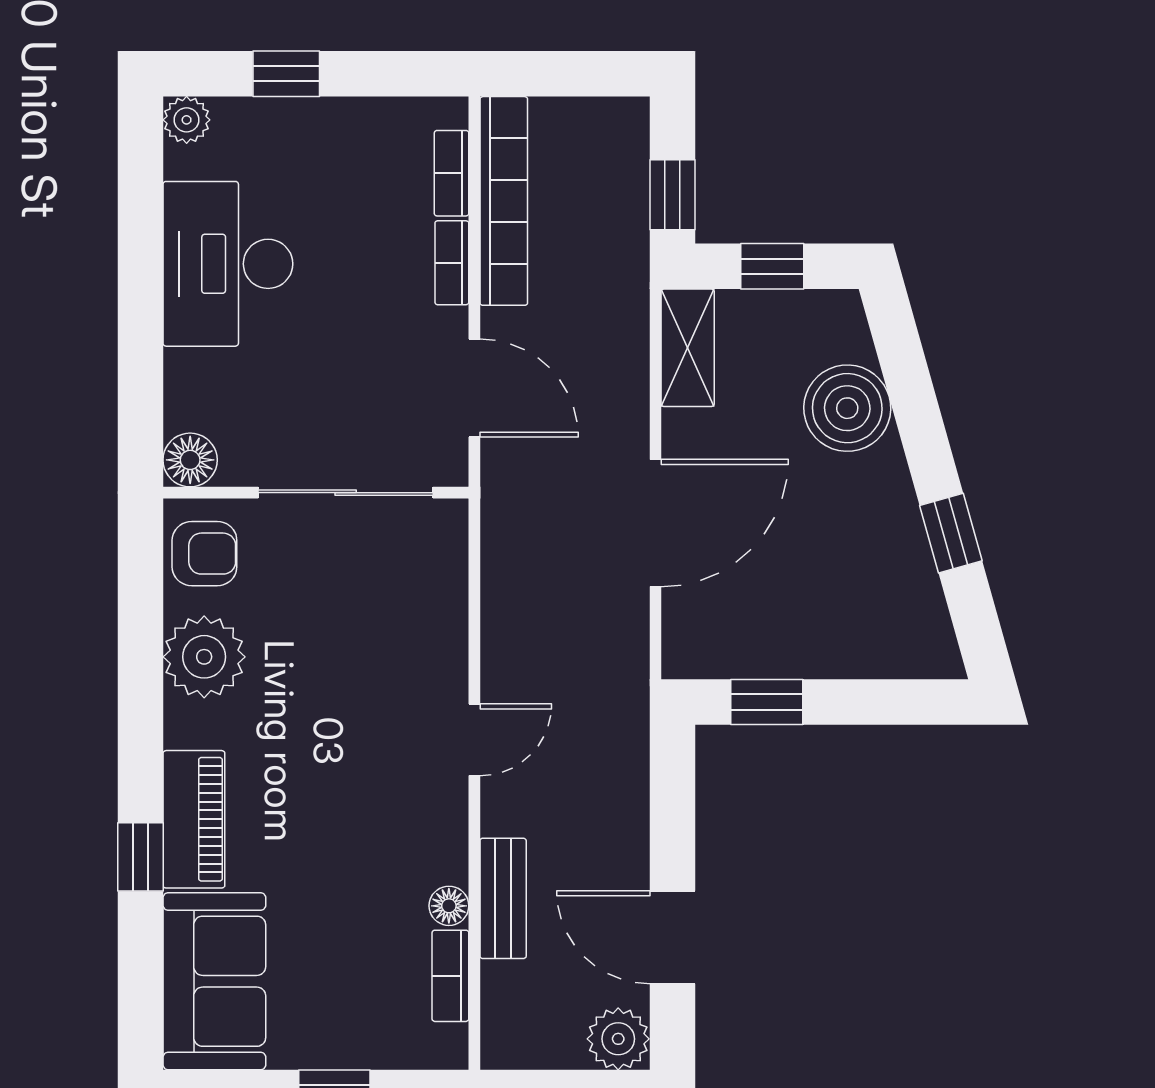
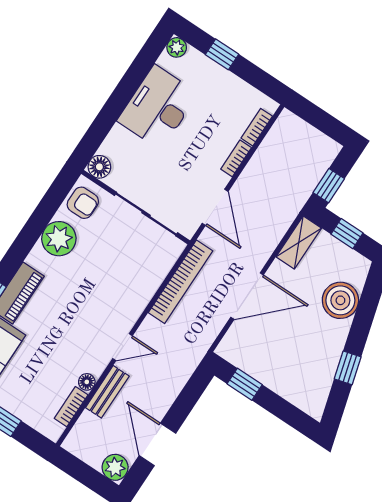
bookcase: (504, 201) -> (181, 282), moved
door: (474, 740) -> (122, 347), moved

